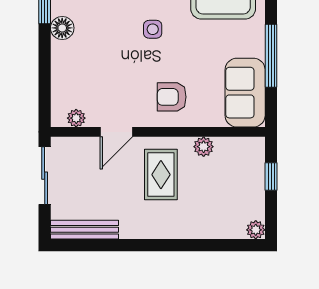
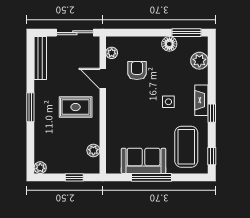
sofa: (245, 93) -> (144, 161), moved
armchair: (172, 97) -> (137, 71), moved
plant: (204, 147) -> (93, 150), moved
window: (161, 245) -> (30, 107), added

